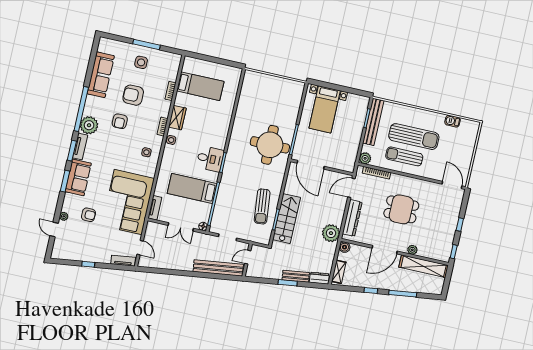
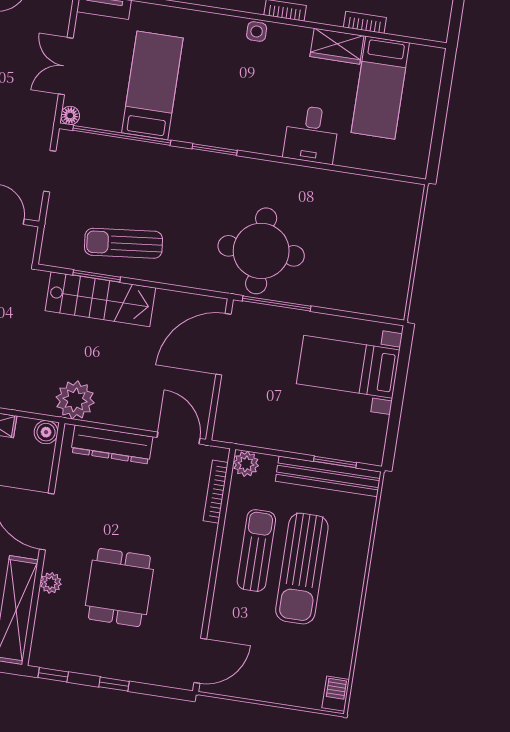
wardrobe: (177, 118) -> (337, 46), moved
barbecue: (453, 121) -> (336, 694), moved
desk: (210, 159) -> (311, 134), moved
dining table: (401, 209) -> (119, 587), moved

